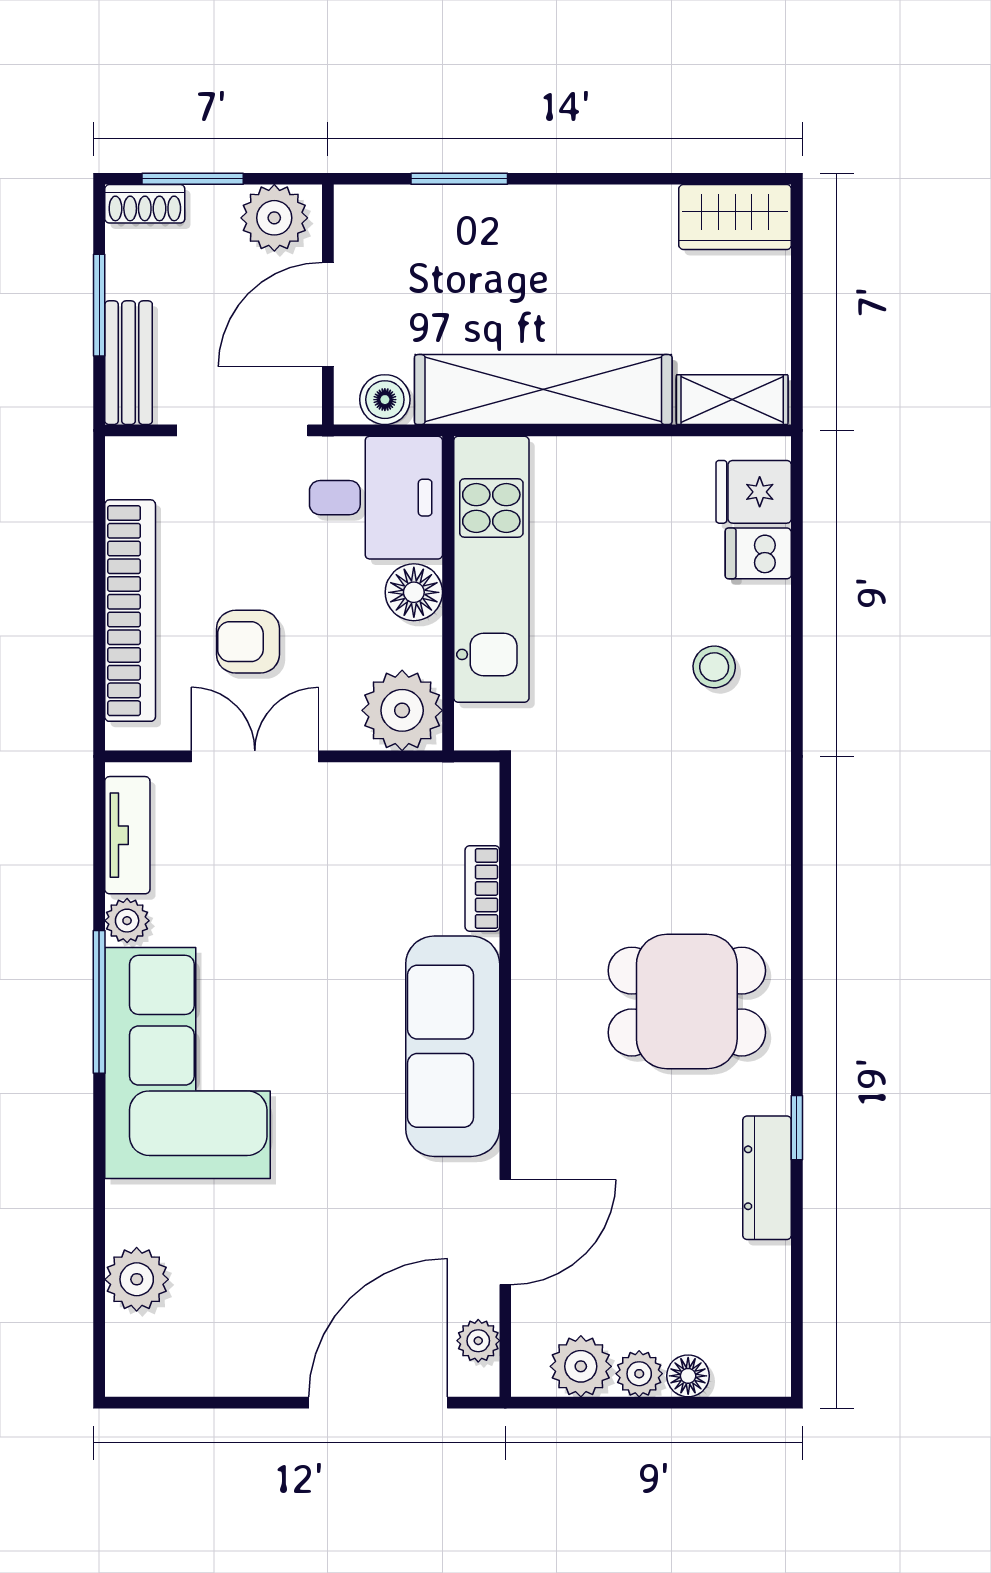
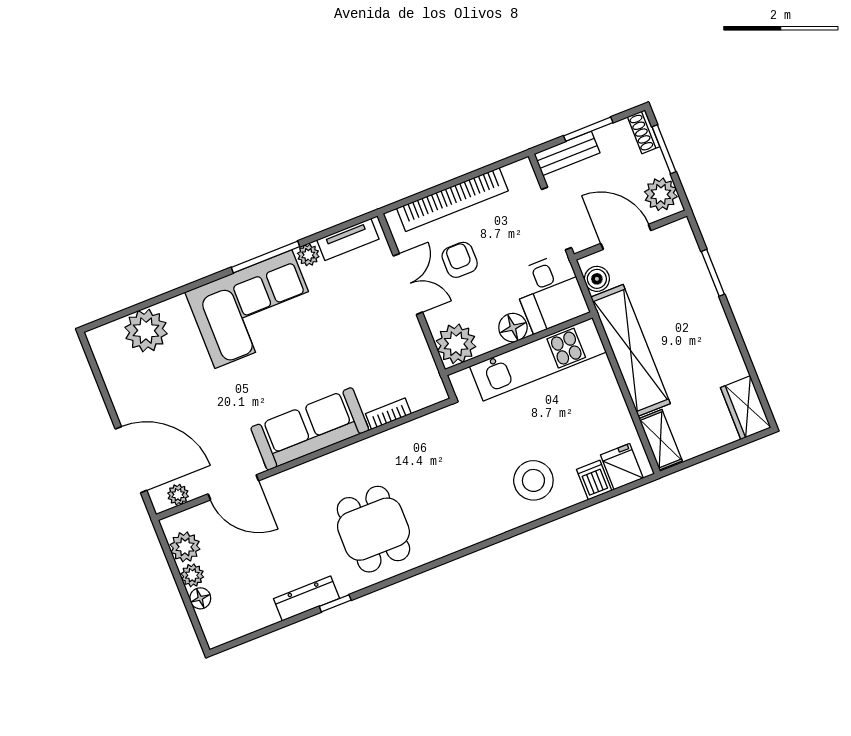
stool: (714, 667) -> (533, 480), width x1.89, depth x1.89
plant: (137, 1279) -> (146, 331), width x1.36, depth x1.36

